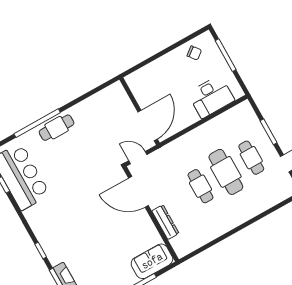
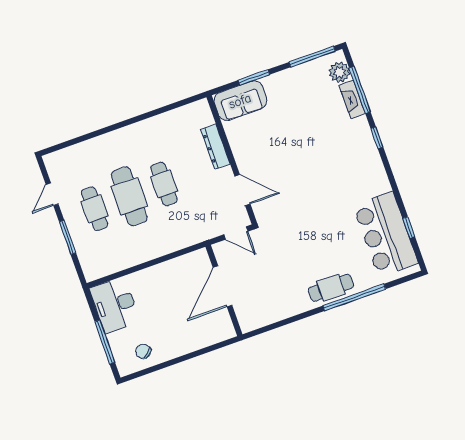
desk: (211, 97) -> (115, 305), moved, turned -90
door: (148, 126) -> (222, 286), moved
door: (138, 192) -> (242, 190), width x0.73

